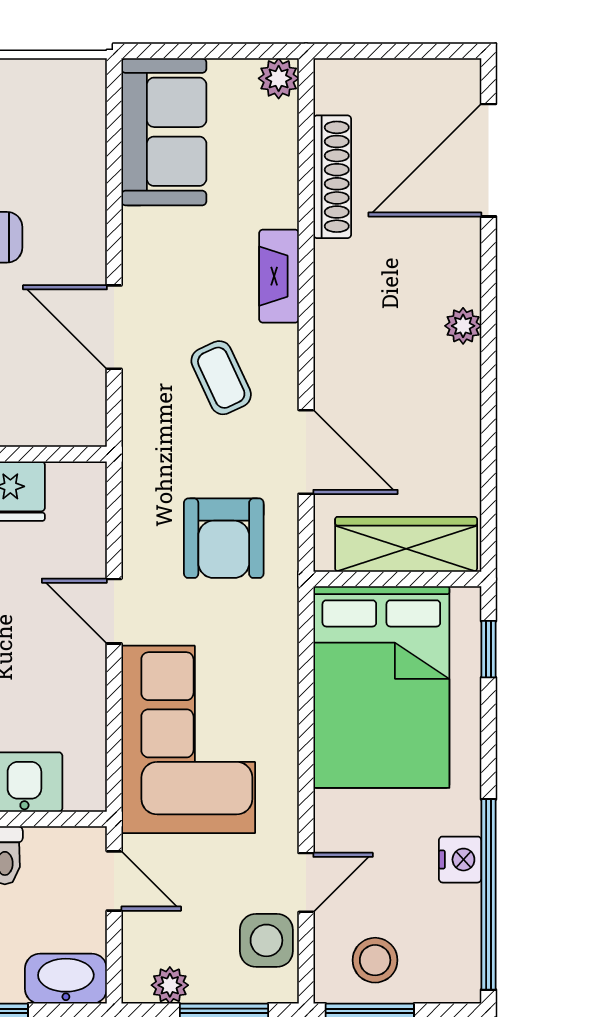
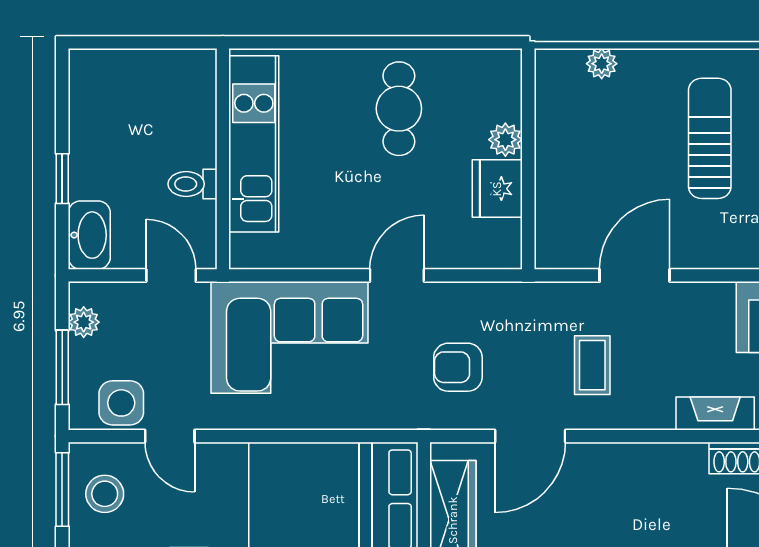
fireplace: (279, 276) -> (715, 413), moved
coffee table: (221, 378) -> (592, 365), turned -65
armchair: (224, 538) -> (458, 367), width x0.72, depth x0.72
door: (114, 881) -> (171, 275), swing flipped

